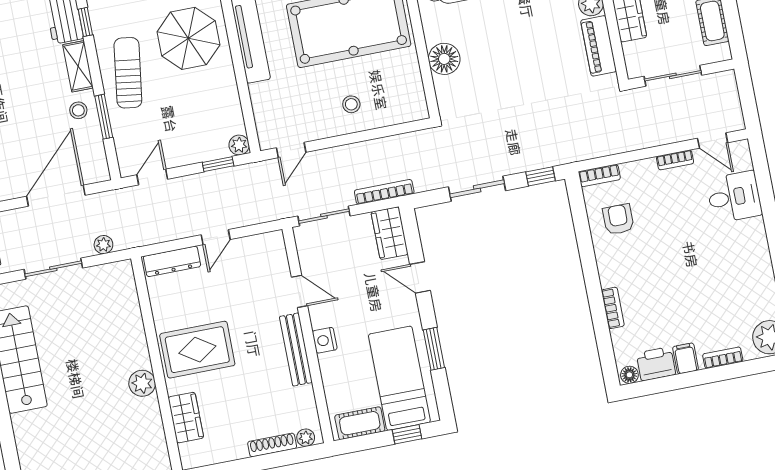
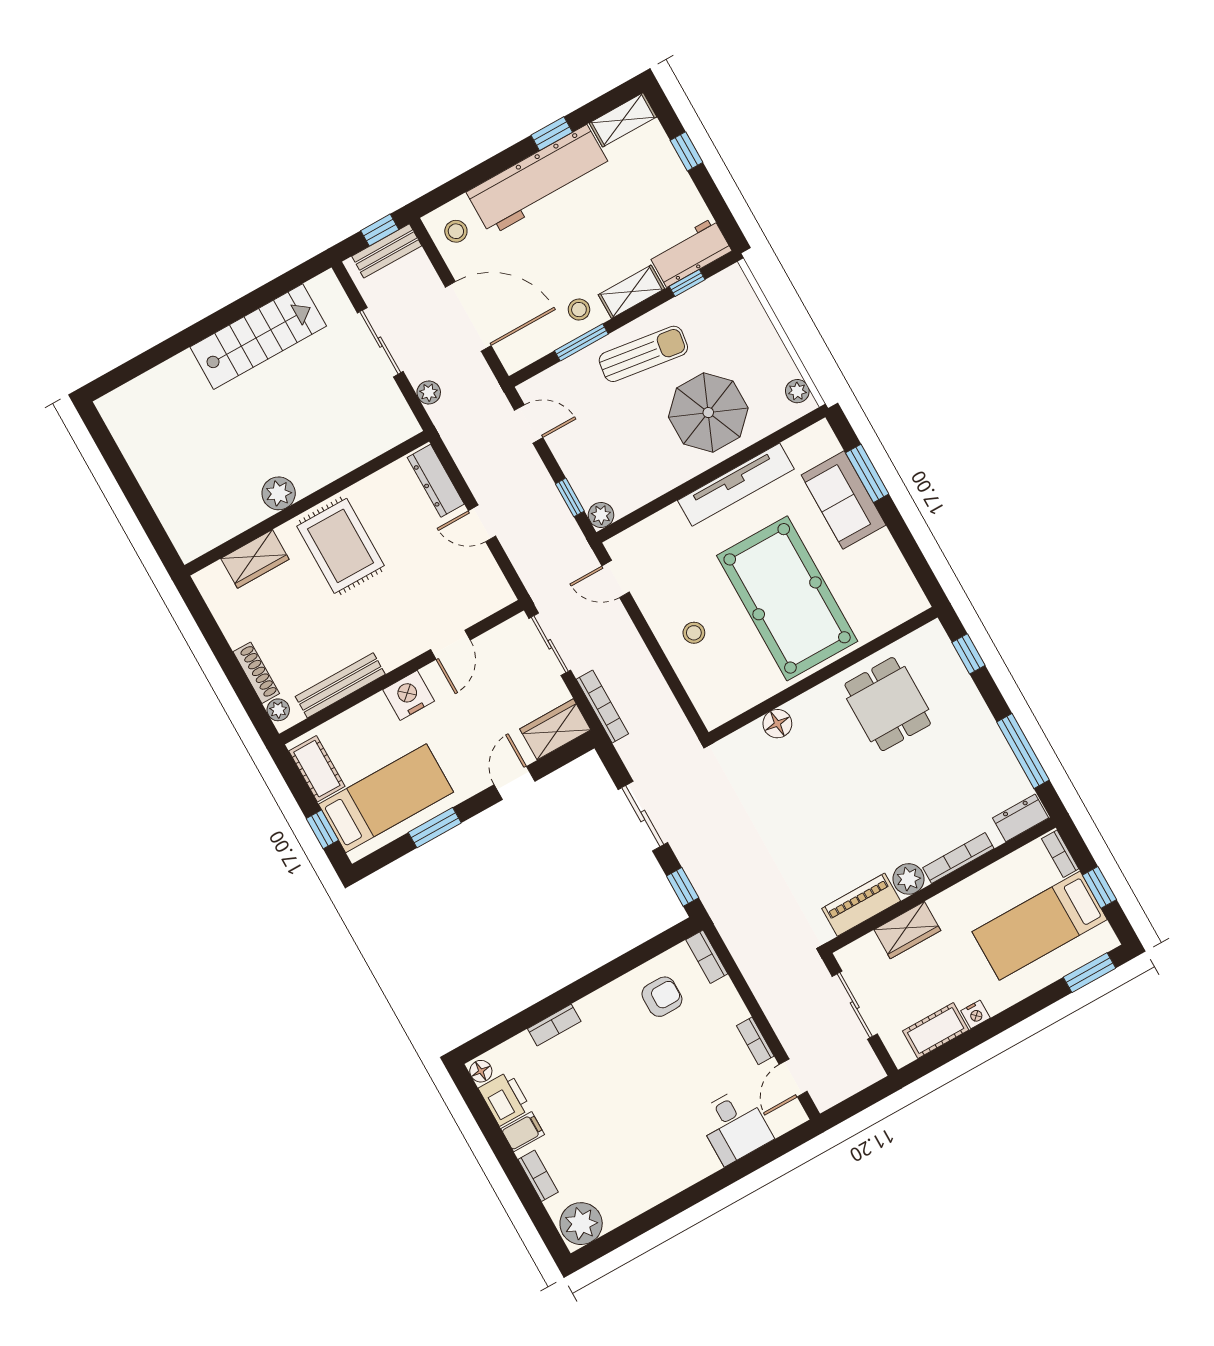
floor lamp: (444, 59) -> (777, 724), width x0.73, depth x0.73
nightstand: (325, 340) -> (409, 695), width x1.36, depth x1.33
bench: (296, 350) -> (340, 685), moved

